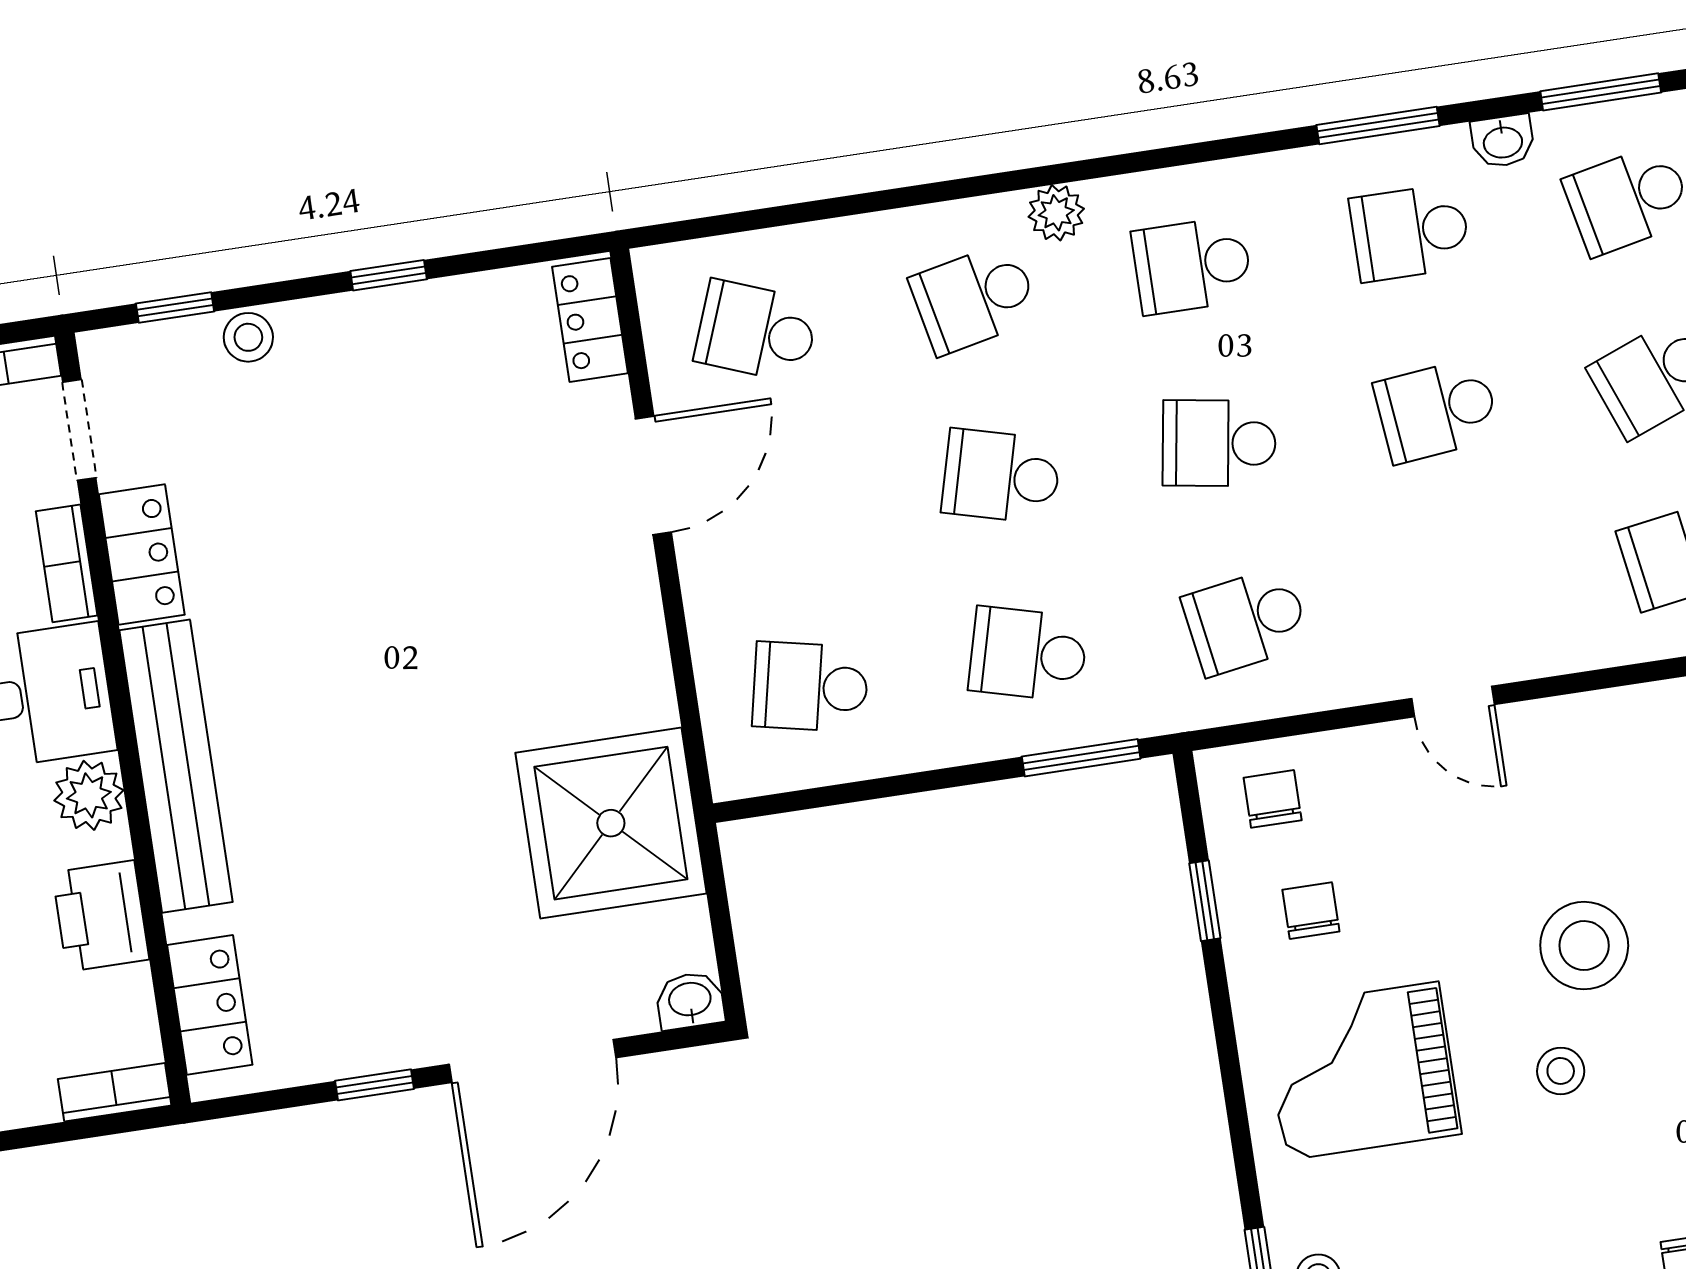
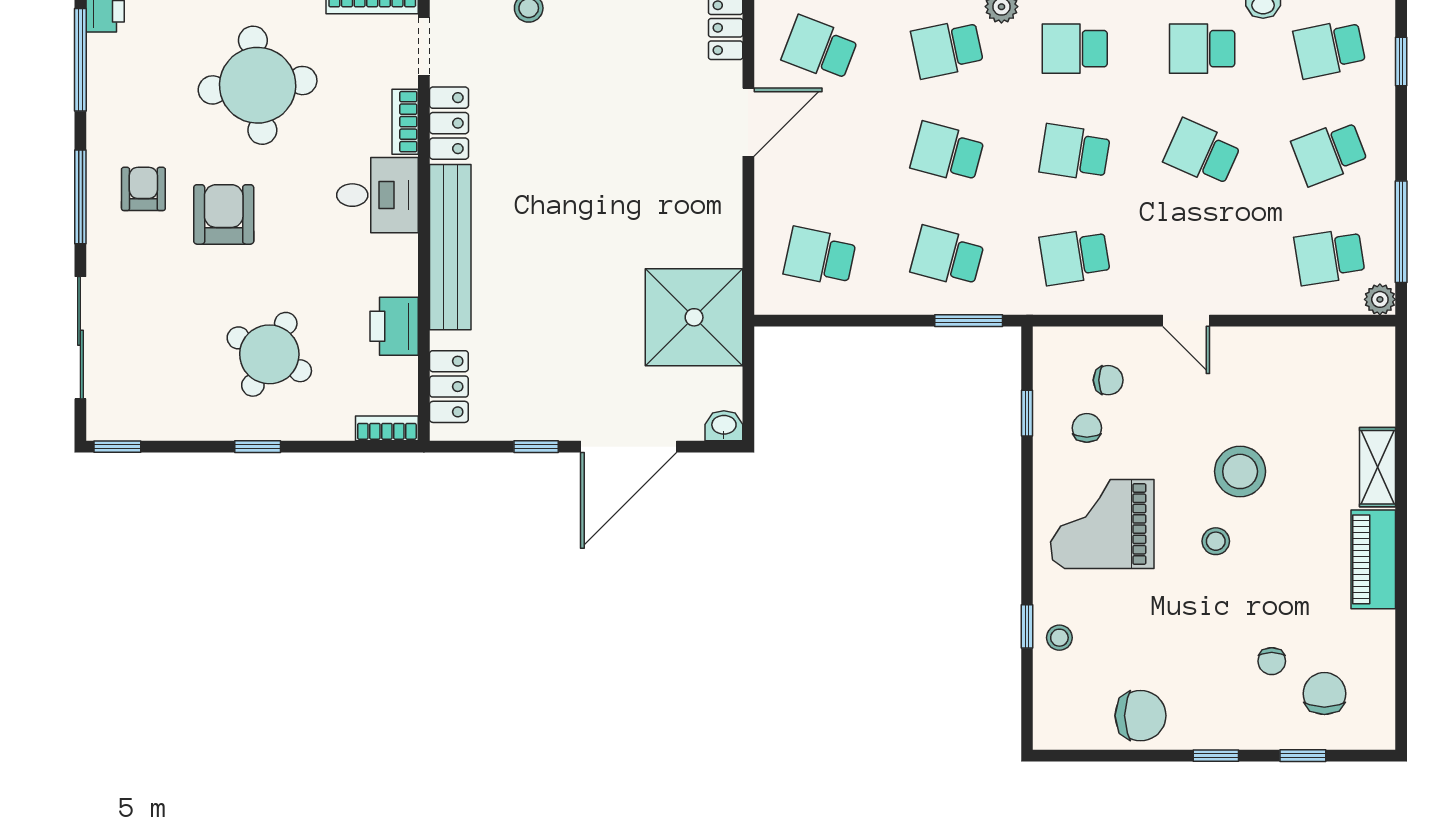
school desk: (1437, 410) -> (1202, 153), turned 30
plant: (89, 795) -> (398, 256), removed
chair: (1273, 799) -> (1108, 380), moved, turned 90

